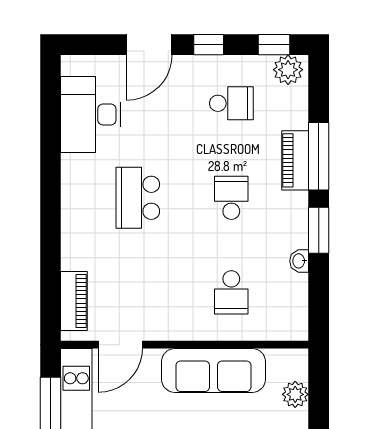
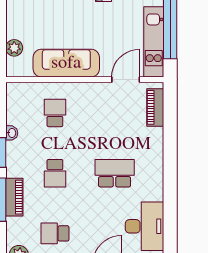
school desk: (138, 198) -> (115, 173), turned -90

